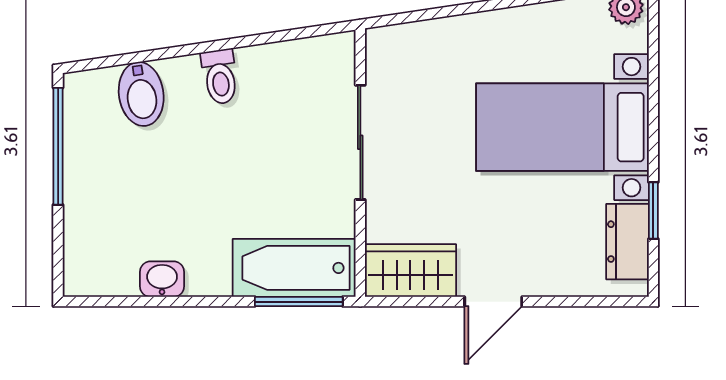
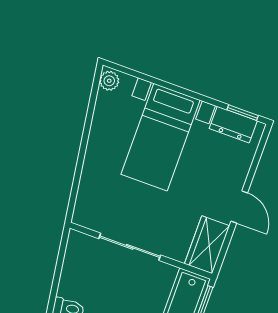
window: (653, 210) -> (243, 113), moved

